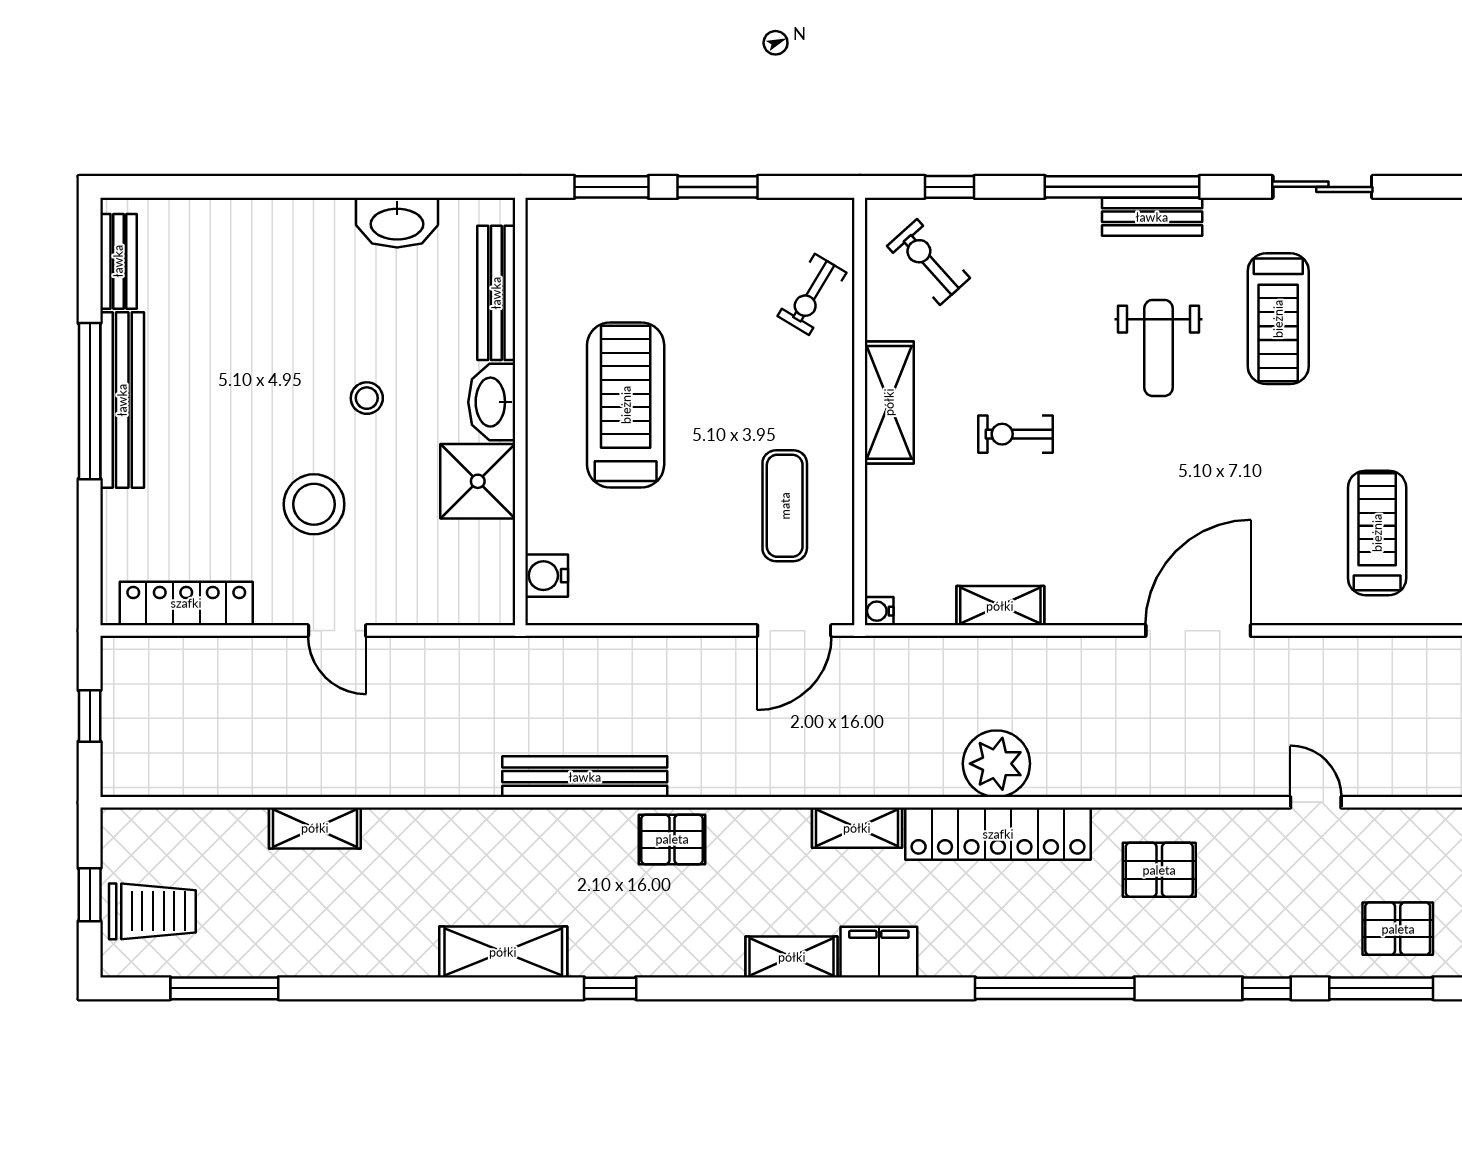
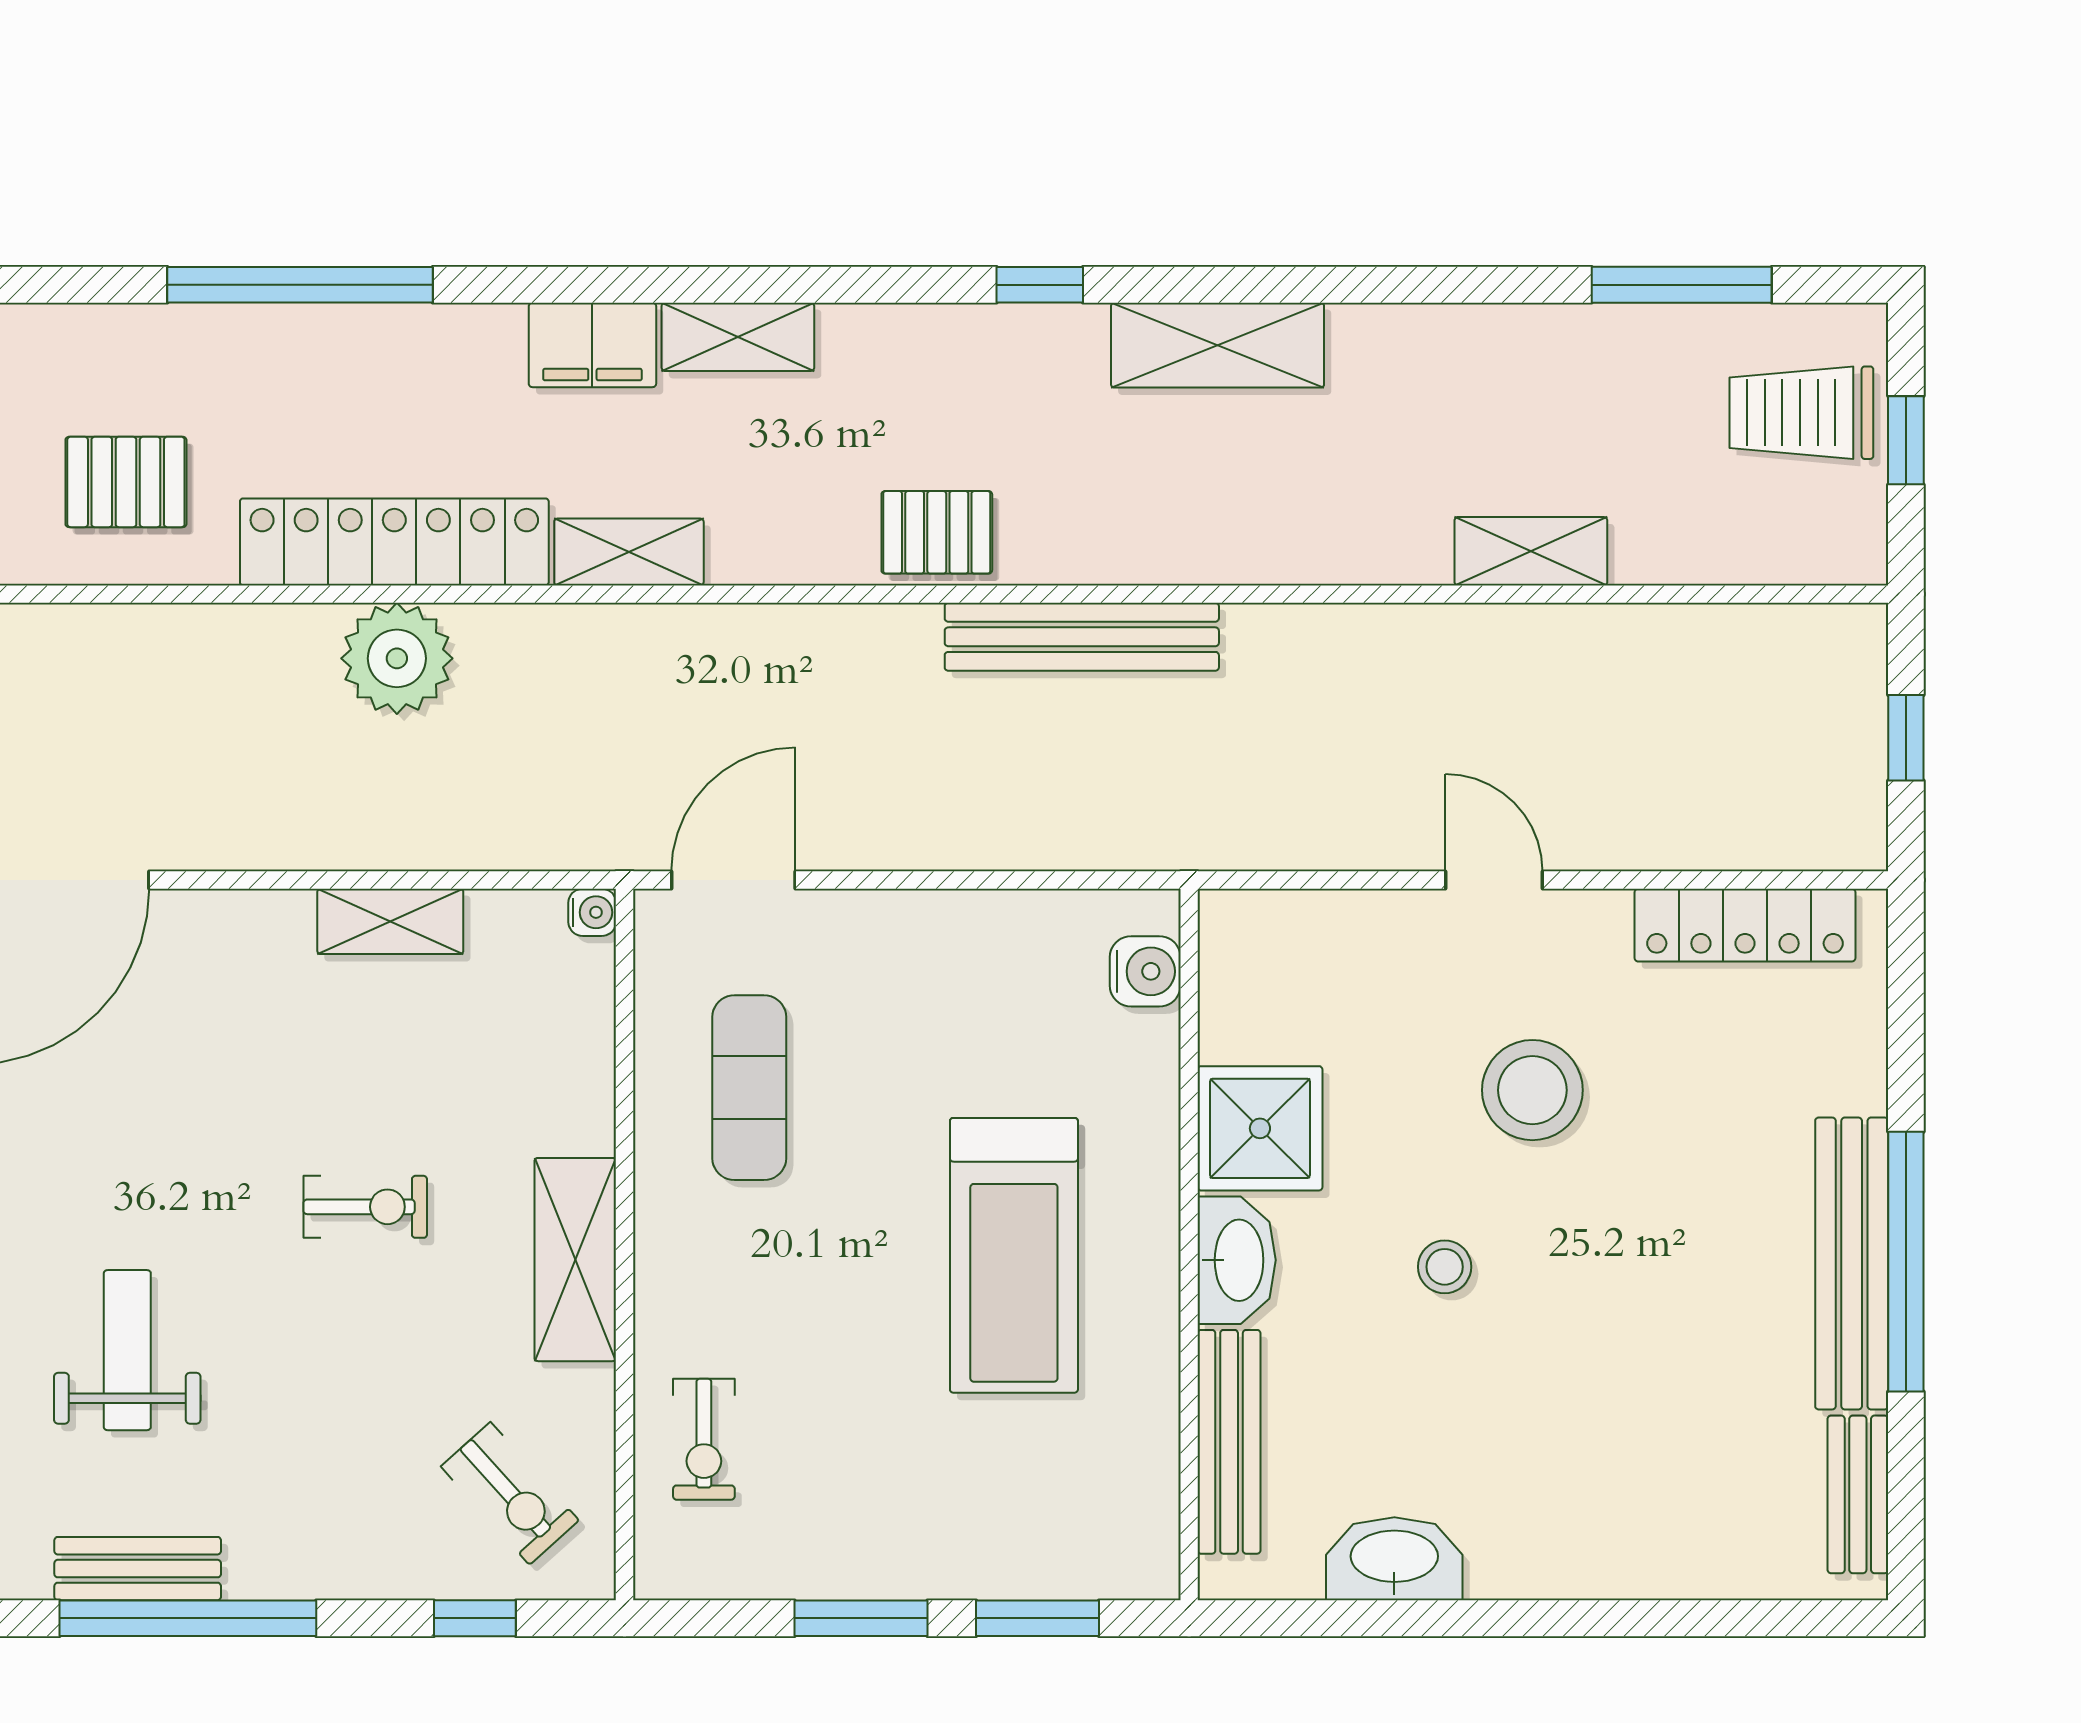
exercise bike: (812, 294) -> (704, 1439), turned 149

